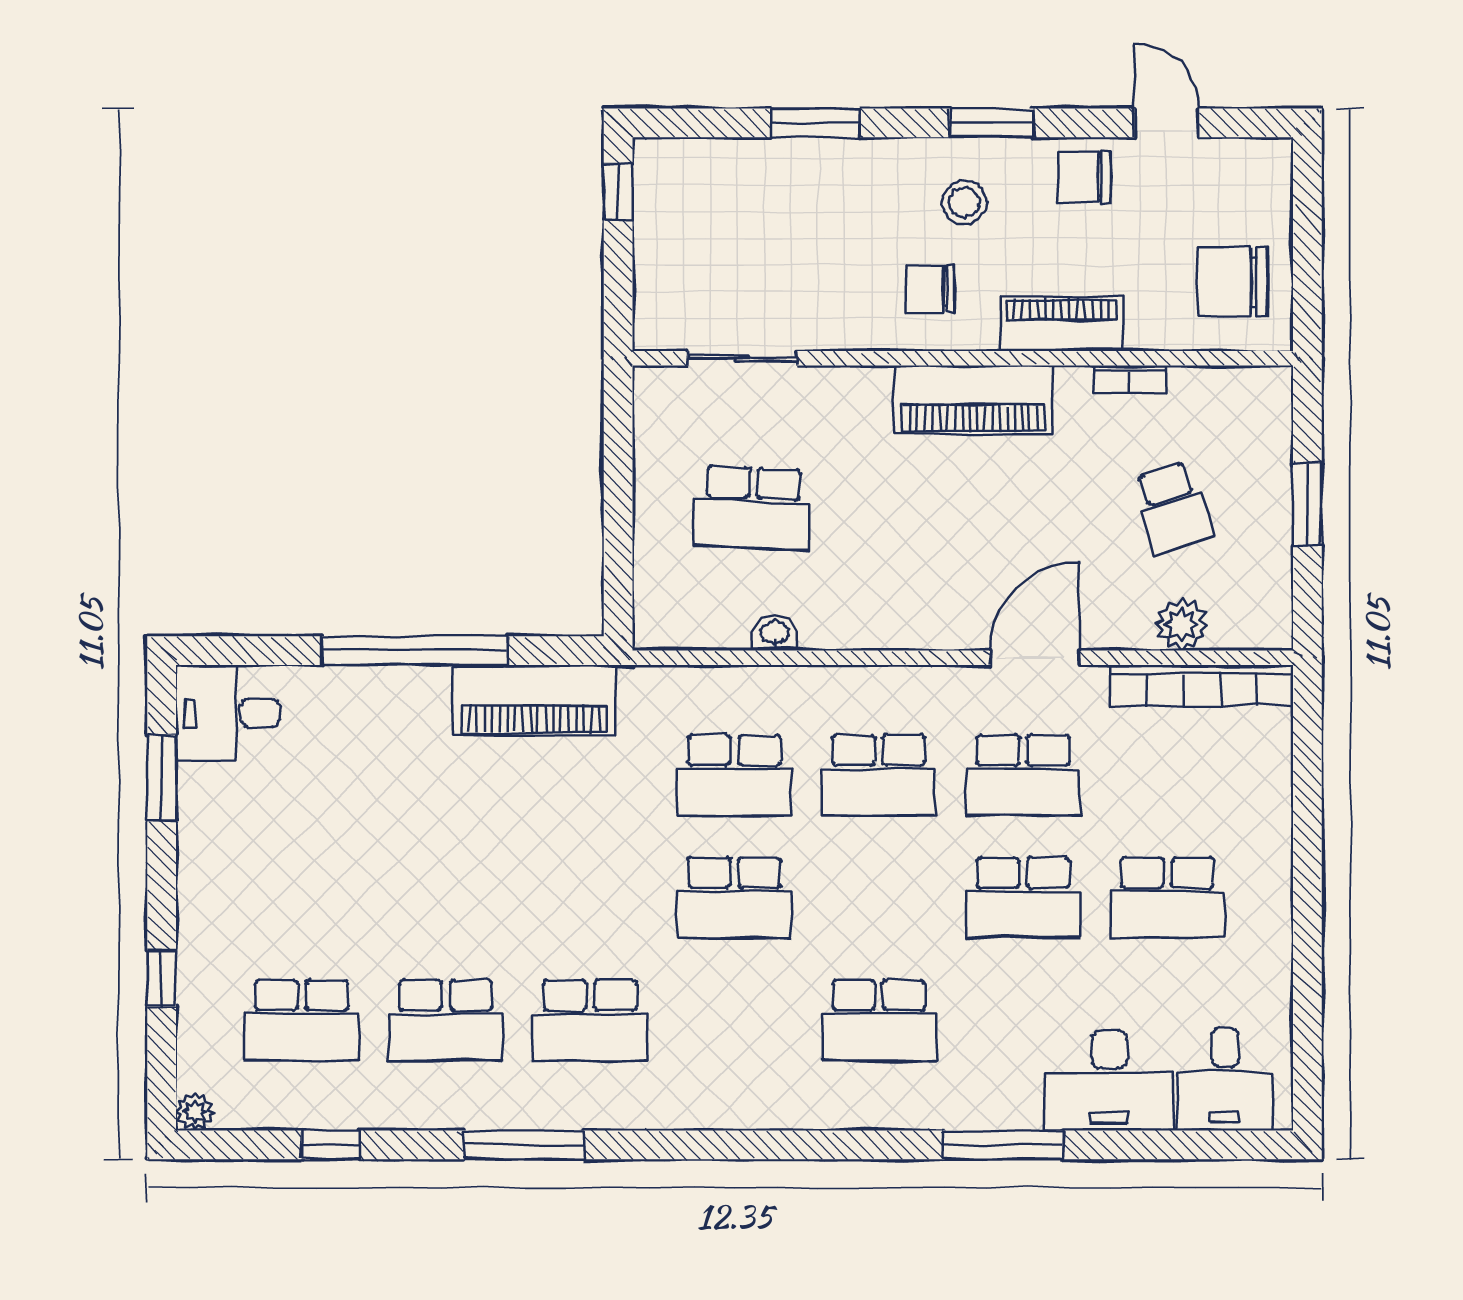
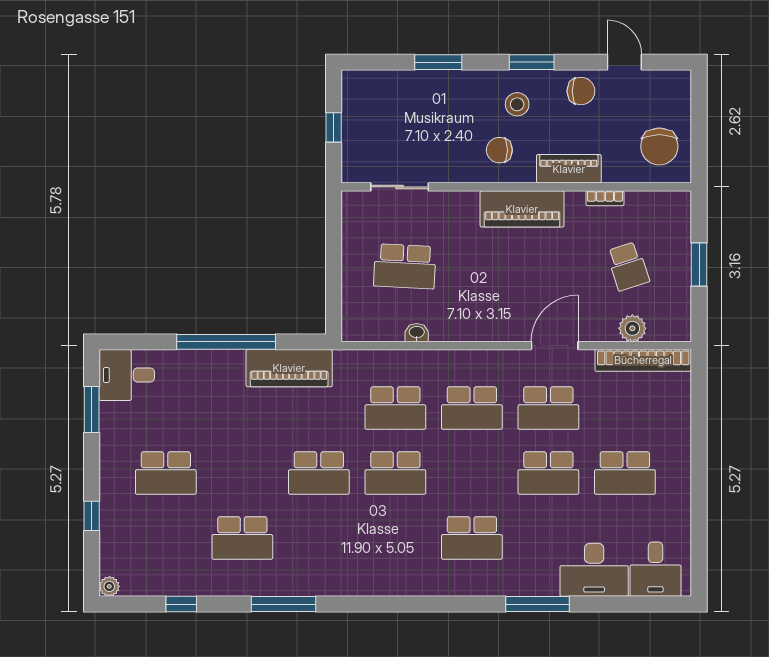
chair: (1084, 177) -> (581, 91), turned 180
window: (618, 192) -> (334, 127), moved
chair: (1232, 282) -> (659, 147), turned -90
school desk: (301, 1020) -> (166, 473), moved
school desk: (590, 1020) -> (319, 473), moved

